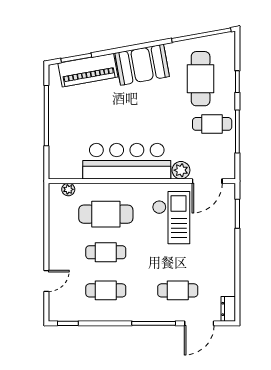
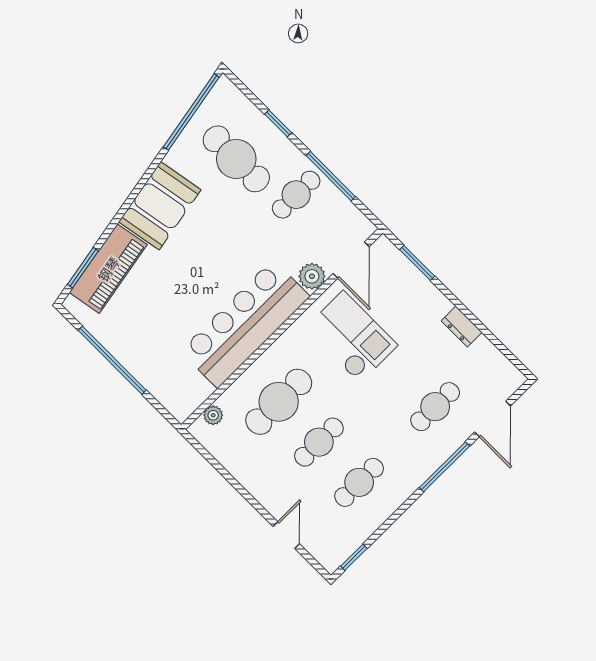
dresser: (228, 309) -> (462, 327), moved

